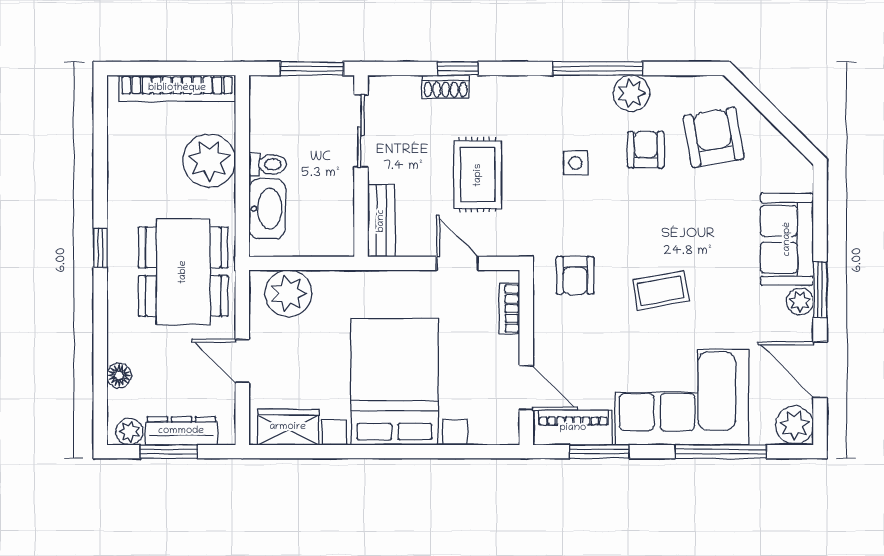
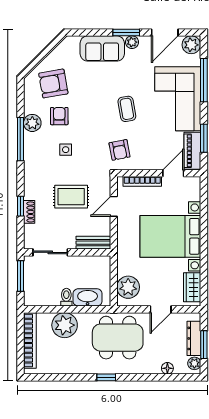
armchair: (646, 150) -> (59, 116), turned 90
armchair: (575, 275) -> (120, 150), turned 79
bookcase: (509, 309) -> (142, 181), width x1.56

